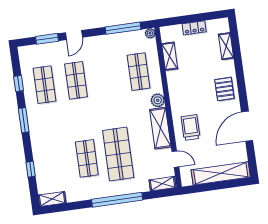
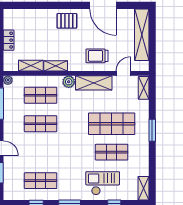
shelving: (226, 46) -> (56, 66), moved
shop shelf: (76, 80) -> (41, 124), moved
checkout: (51, 153) -> (103, 183), added
window: (117, 200) -> (152, 130), width x0.47

